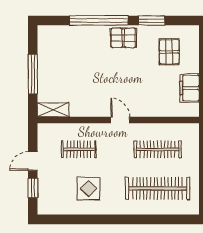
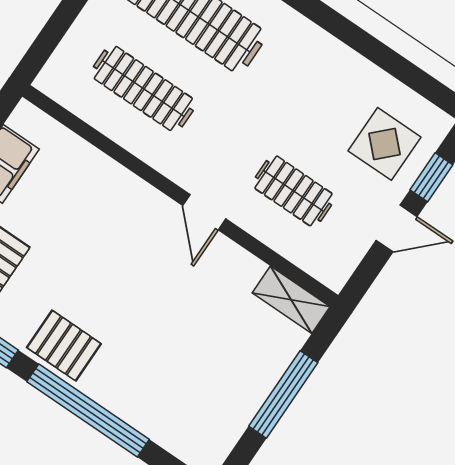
door: (120, 120) -> (204, 212), moved
display table: (88, 189) -> (385, 144), moved

